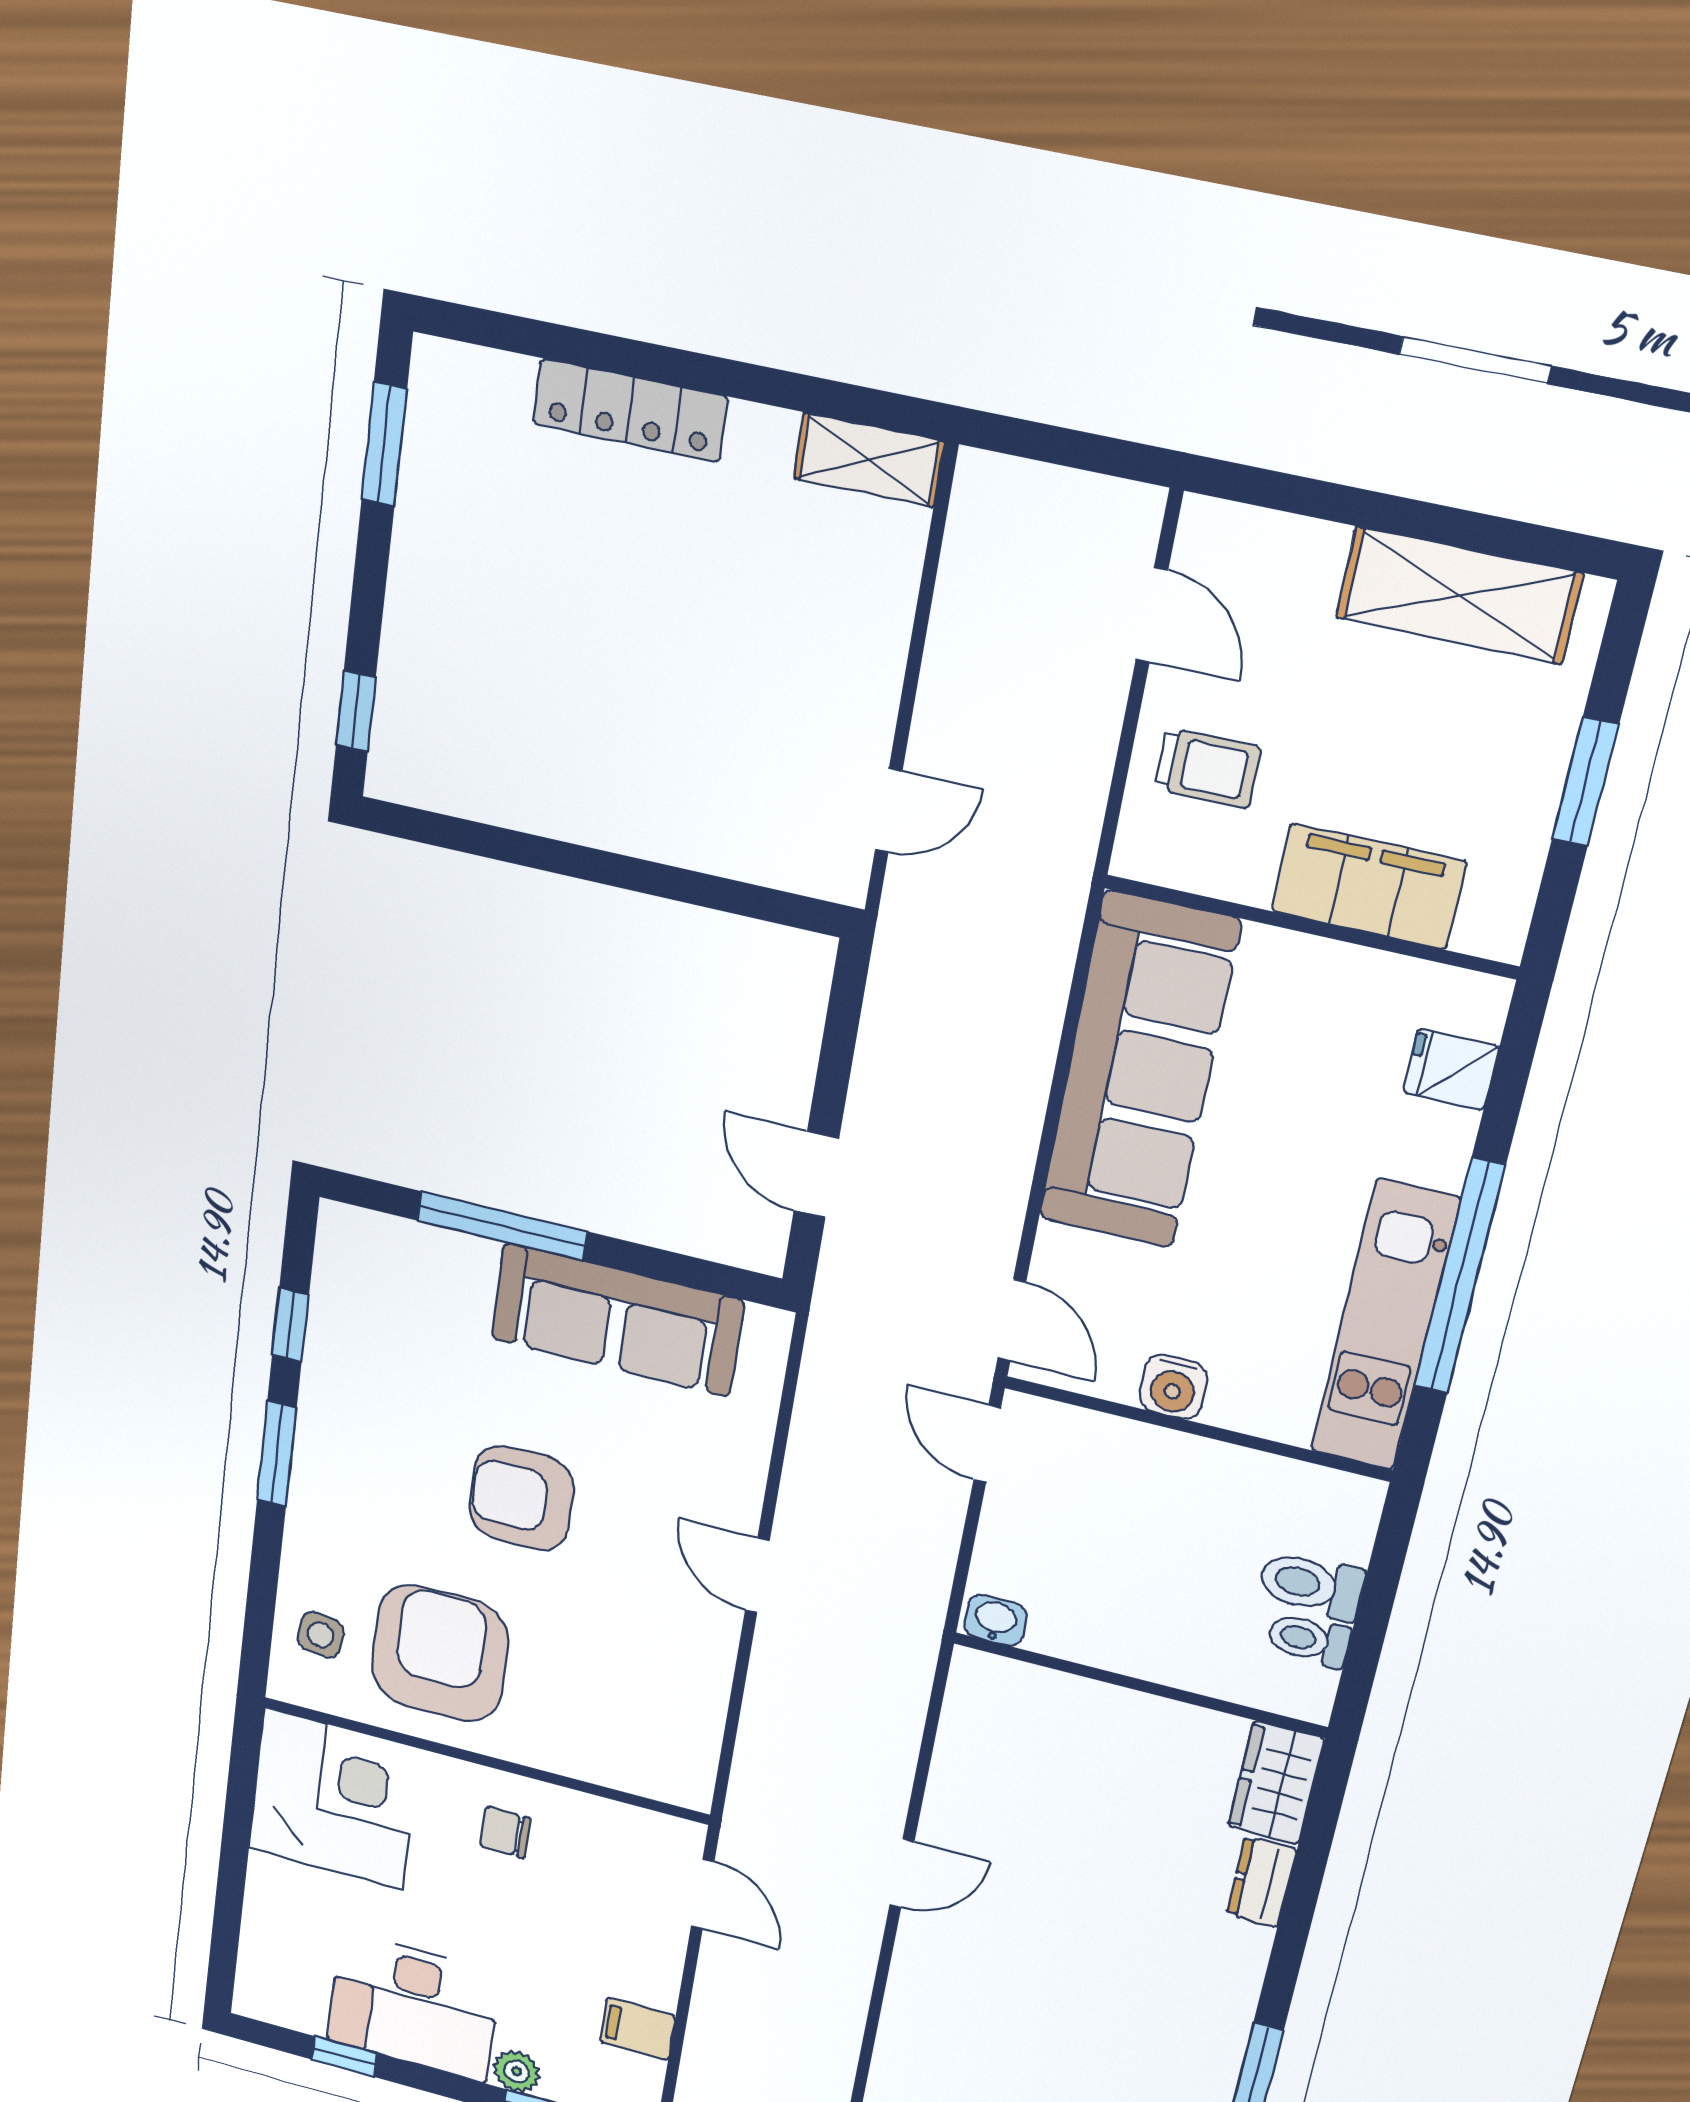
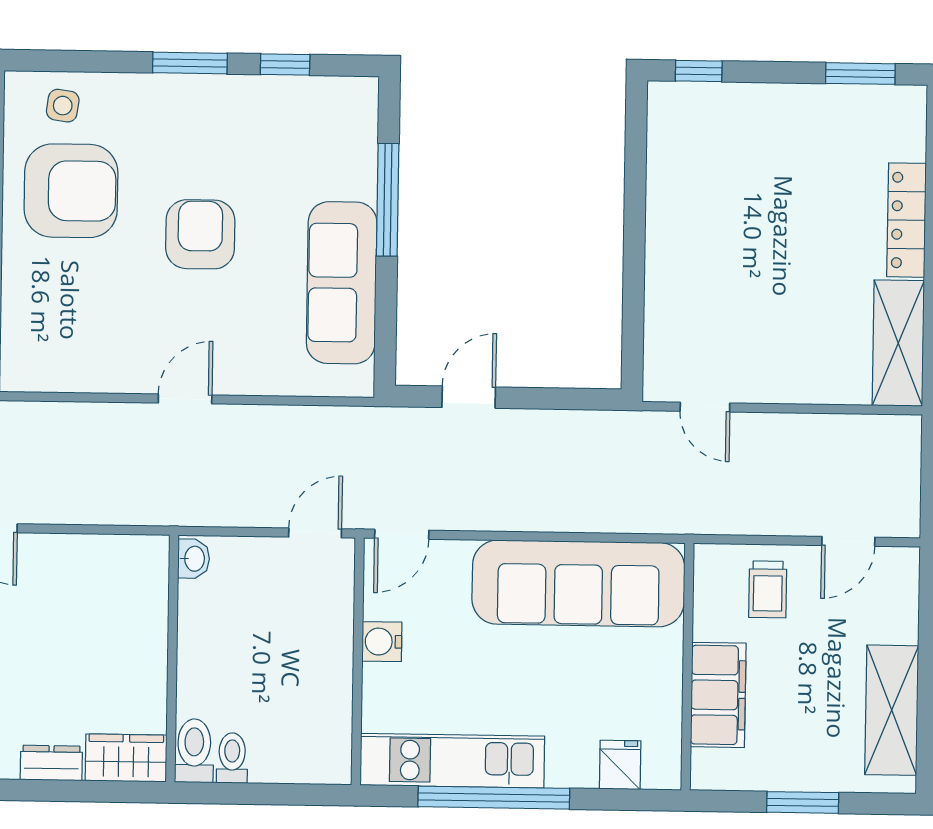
shelving: (869, 460) -> (898, 343), width x1.50, depth x1.33
toilet: (1311, 1585) -> (194, 751), moved

